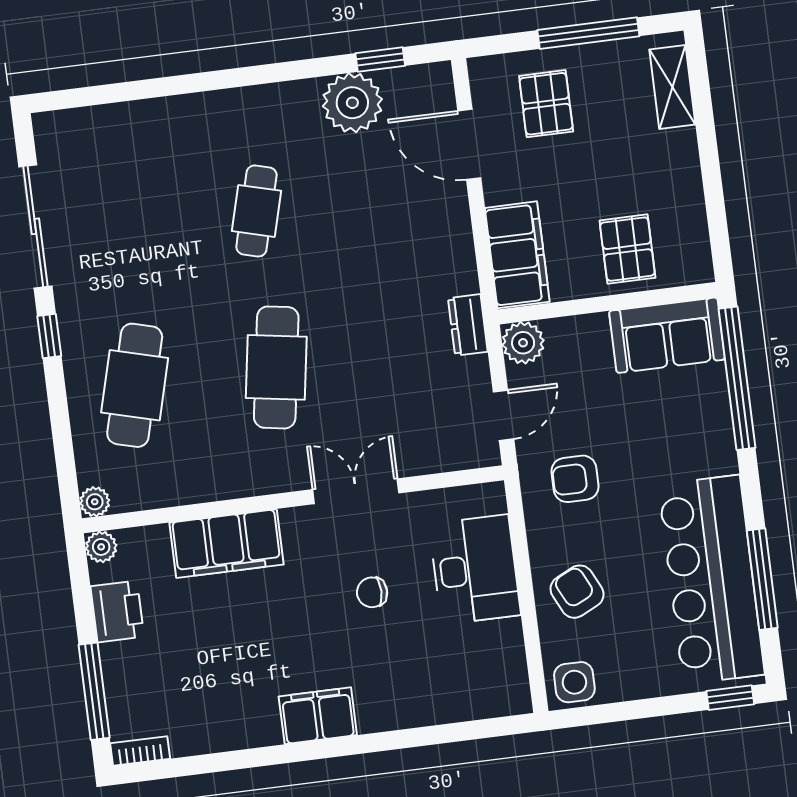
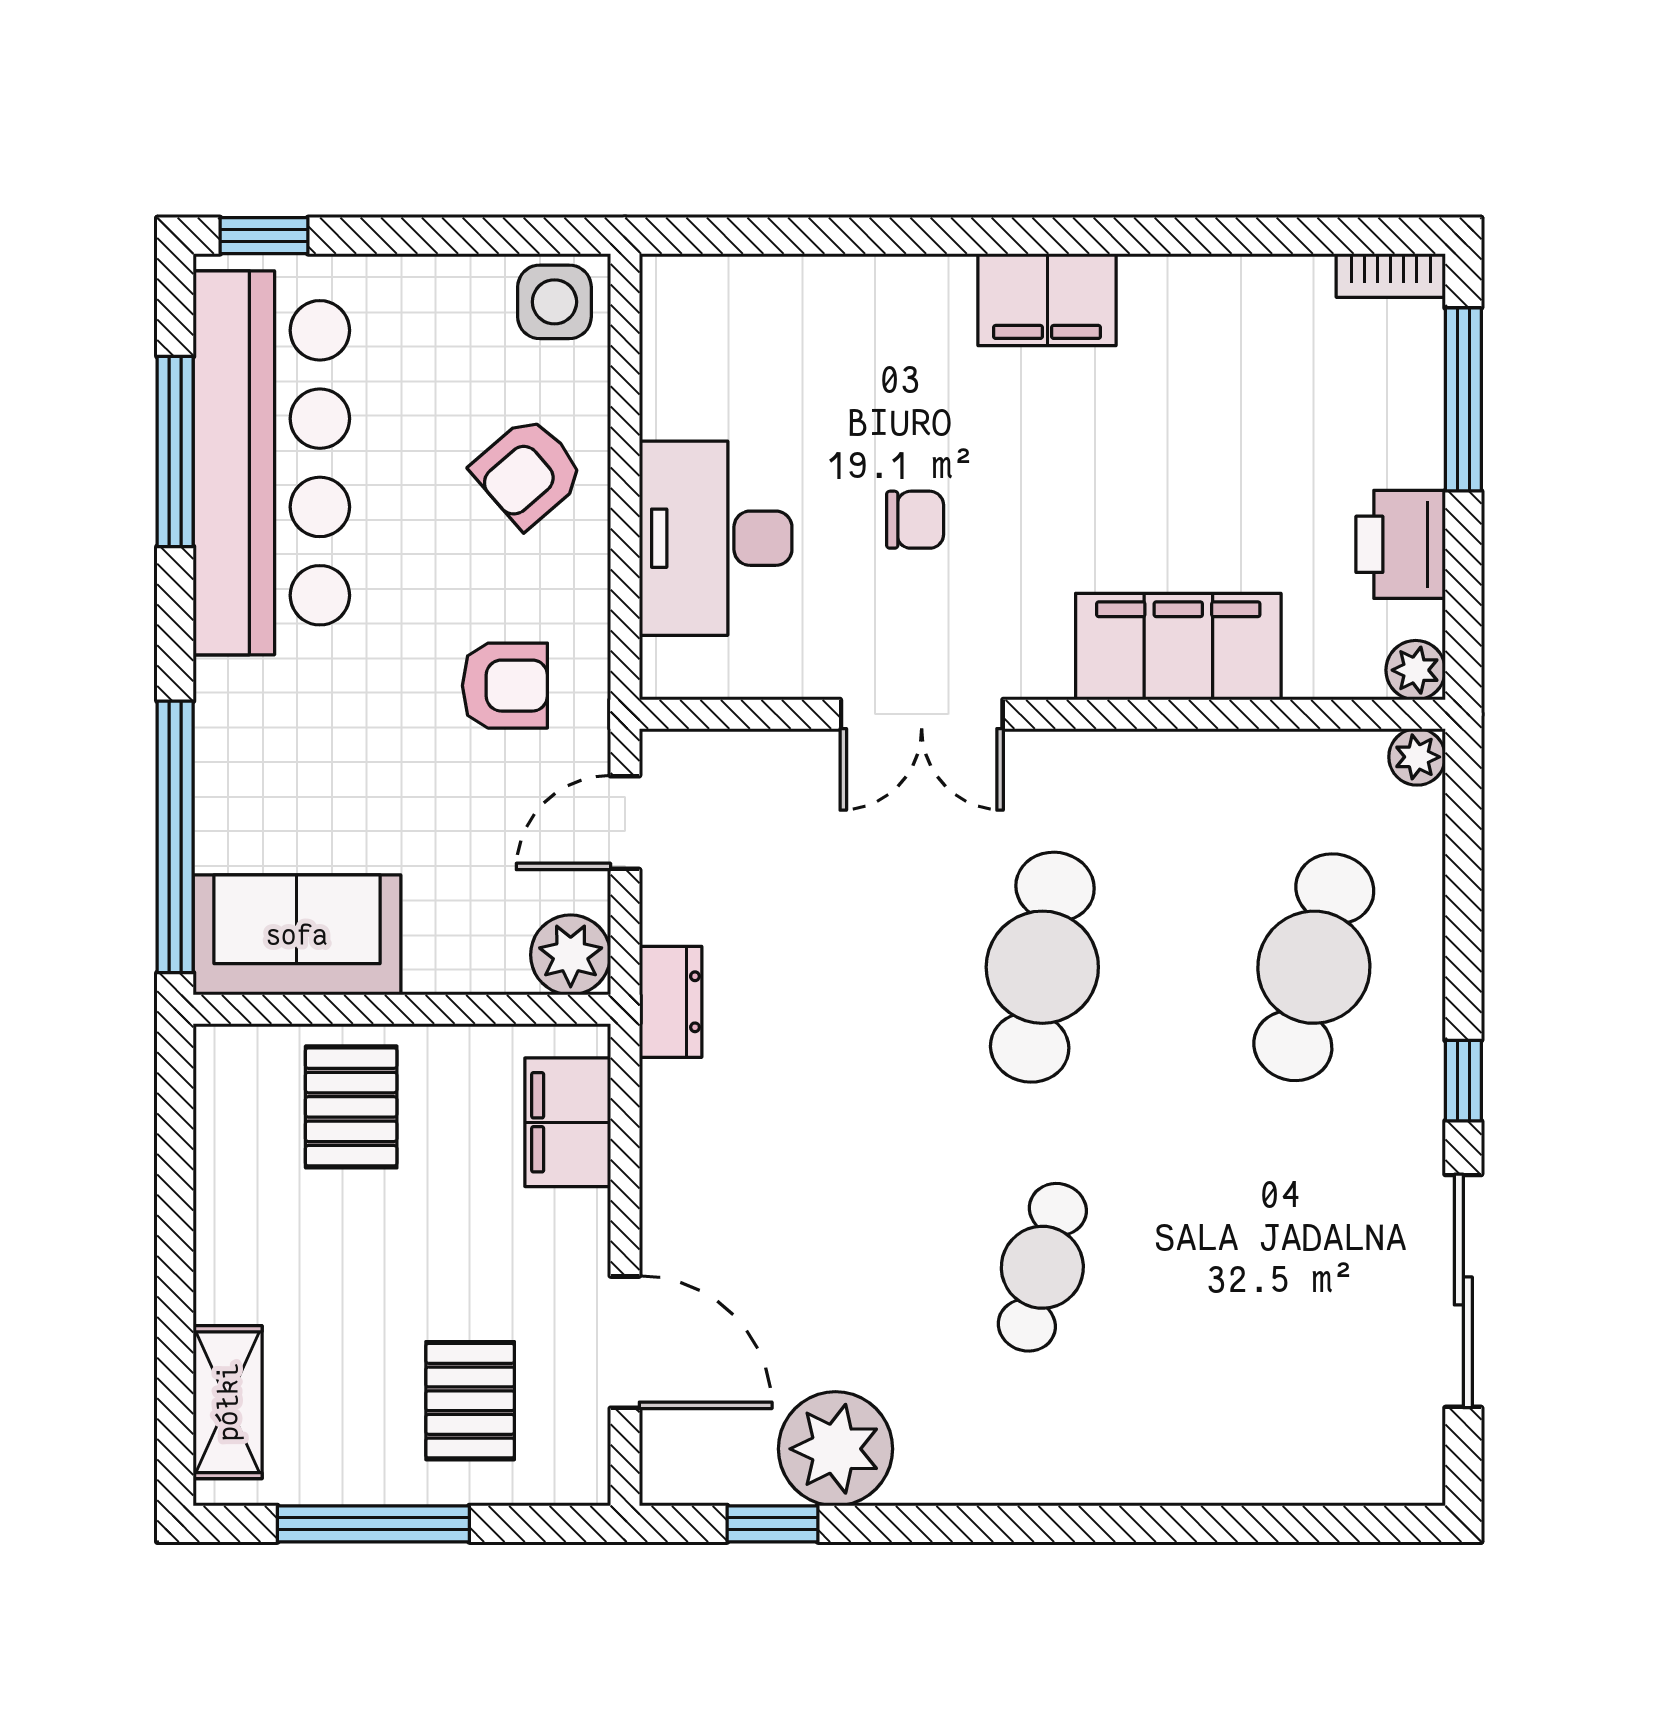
filing cabinet: (517, 255) -> (568, 1122), width x0.67, depth x0.86
armchair: (577, 592) -> (528, 472), turned 75

